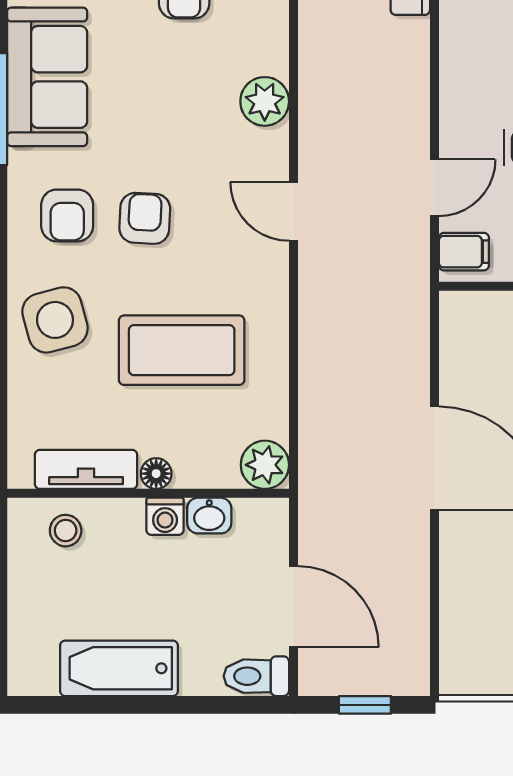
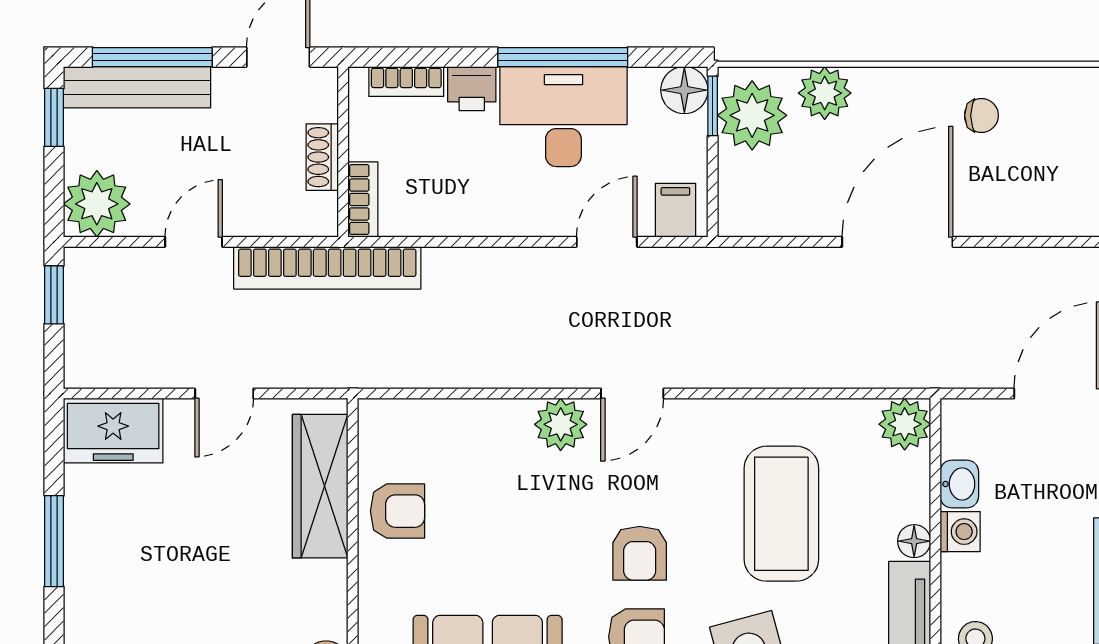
plant: (265, 101) -> (561, 424), moved
door: (434, 188) -> (607, 242), hinge flipped
armchair: (145, 218) -> (640, 553), turned -93

